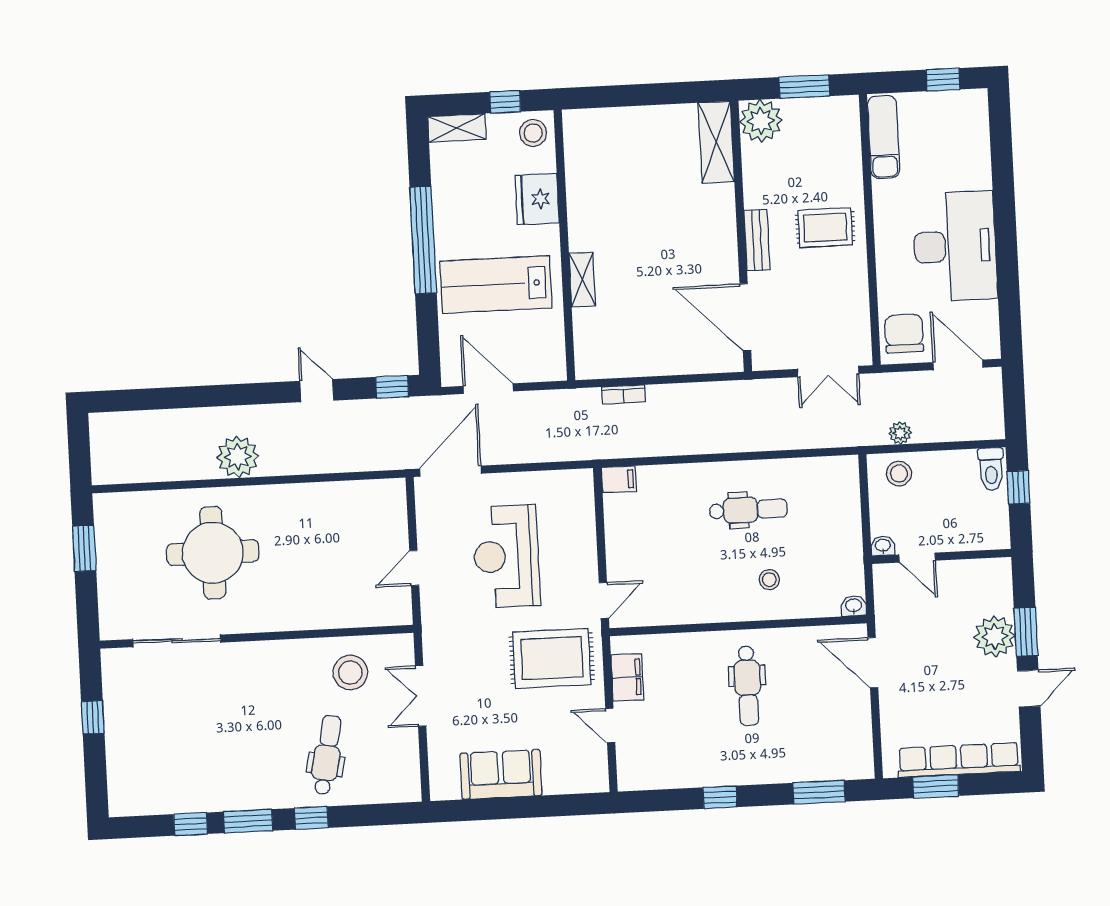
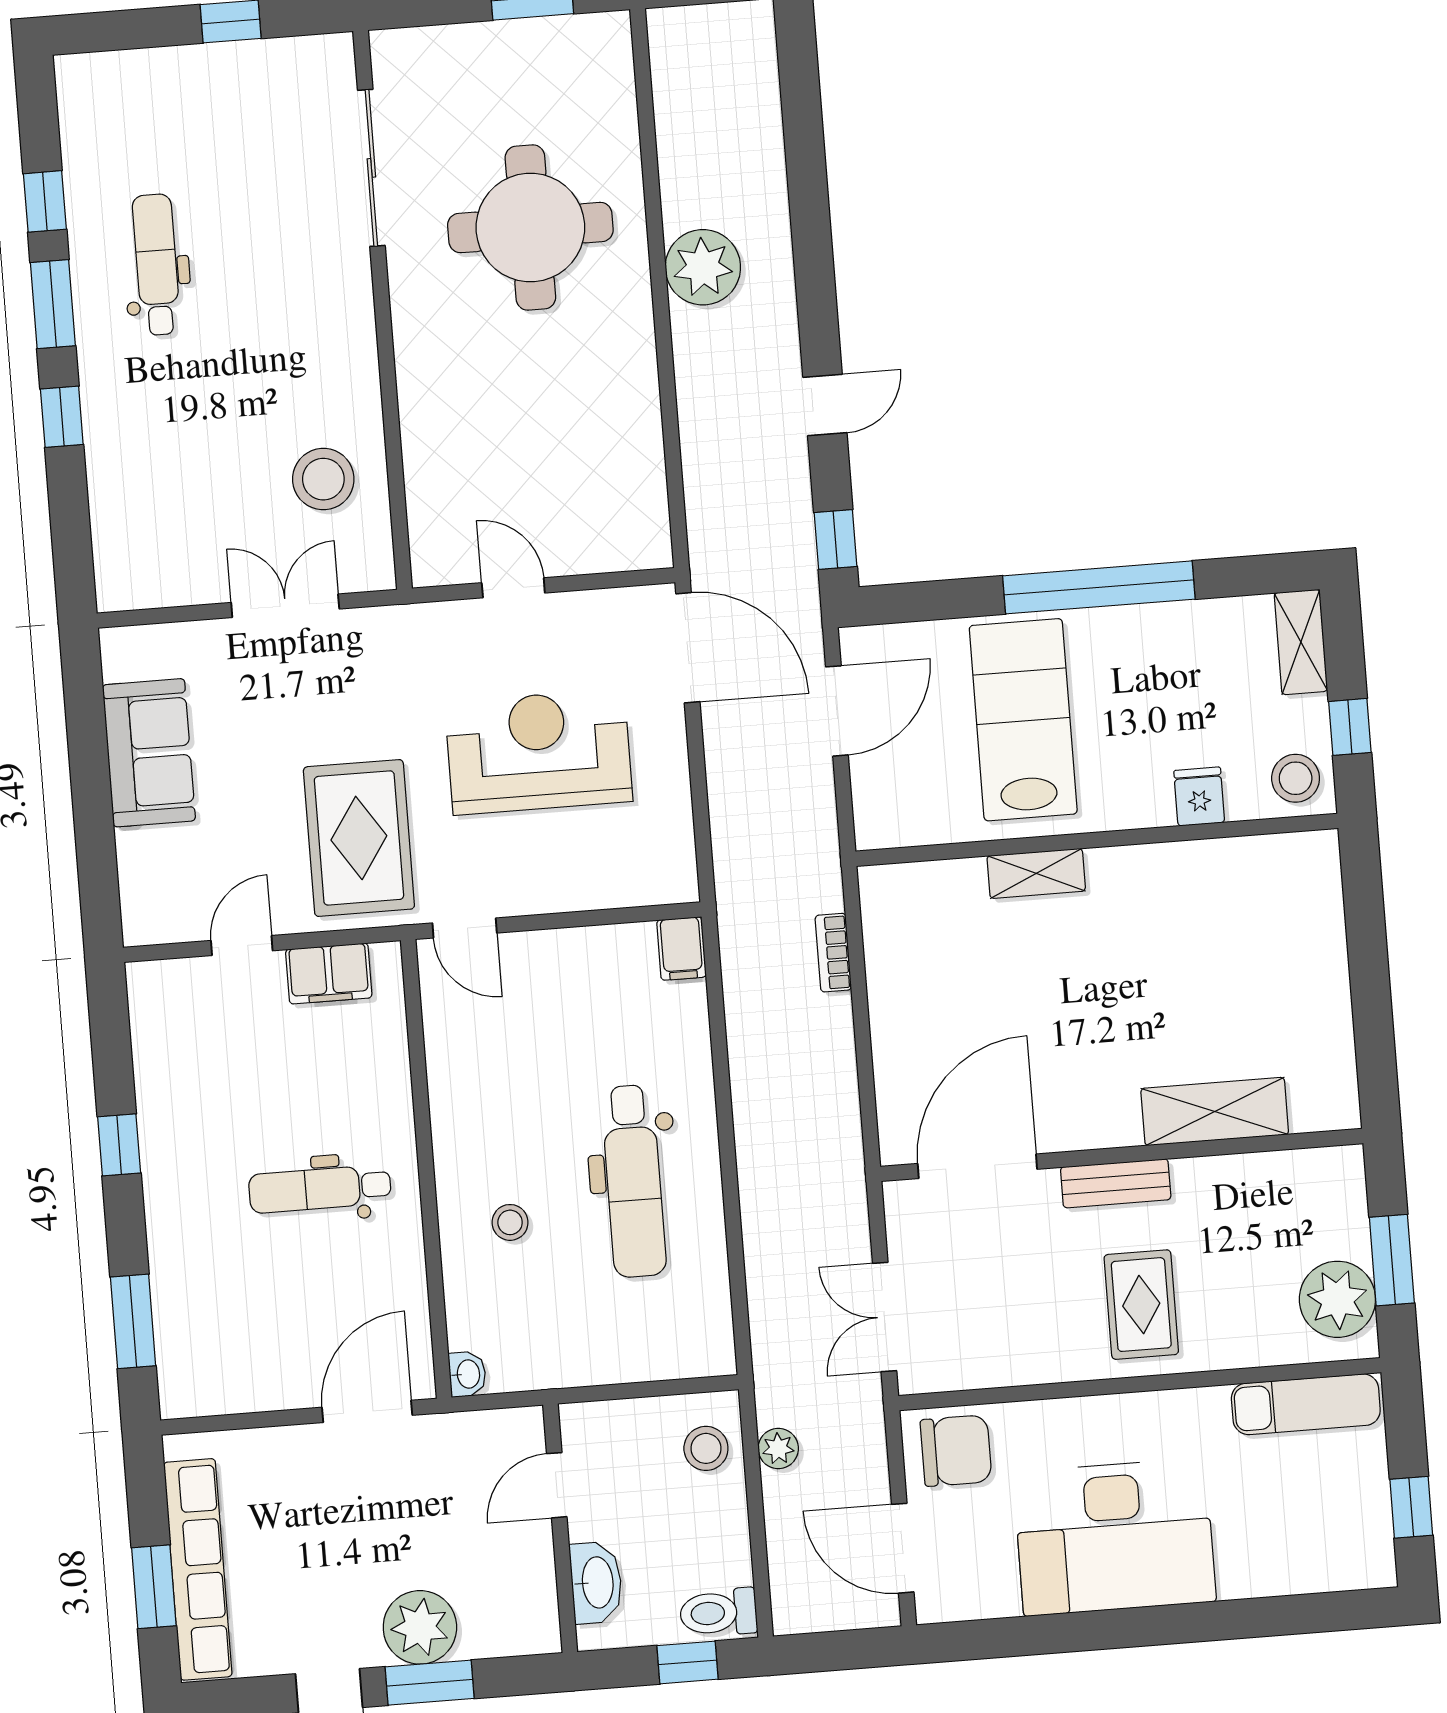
plant: (761, 121) -> (1337, 1299), moved
shelving: (716, 142) -> (1215, 1112), moved
fridge: (537, 199) -> (1199, 796), width x0.53, depth x0.75
door: (958, 365) -> (903, 1548), swing flipped
dental chair: (748, 510) -> (634, 1181), width x1.36, depth x1.38
washbasin: (883, 546) -> (596, 1583), moved, width x1.91, depth x1.45
dental chair: (327, 755) -> (156, 265), moved, turned -101
window: (936, 786) -> (154, 1587), moved

